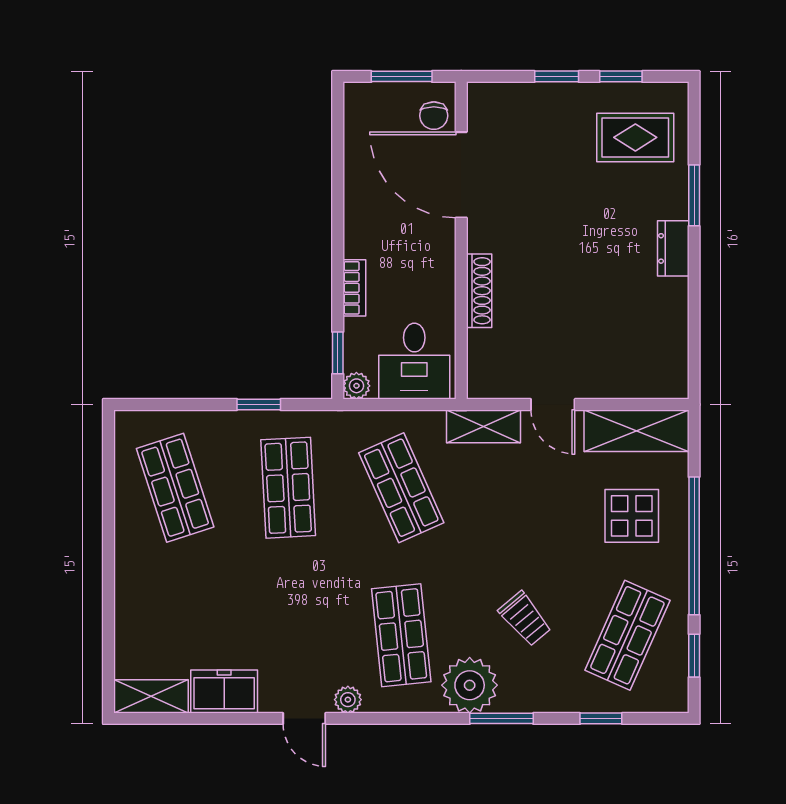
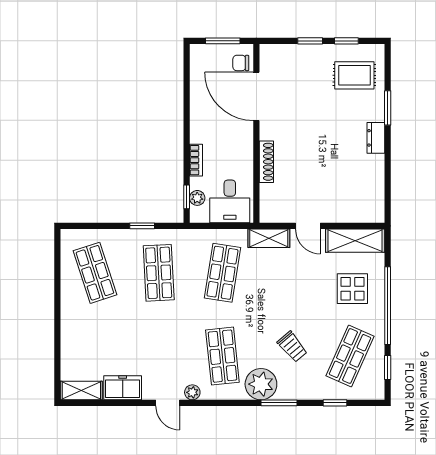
chair: (434, 116) -> (241, 63), turned 90
plant: (356, 386) -> (197, 198), moved
shop shelf: (401, 488) -> (222, 273), turned 33

